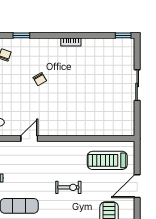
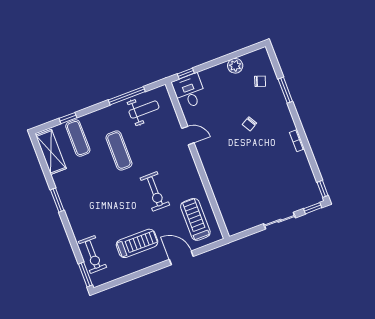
window: (21, 35) -> (285, 90), width x1.50
window: (137, 51) -> (313, 208), added
exercise bike: (68, 187) -> (155, 191), width x1.38, depth x1.39

